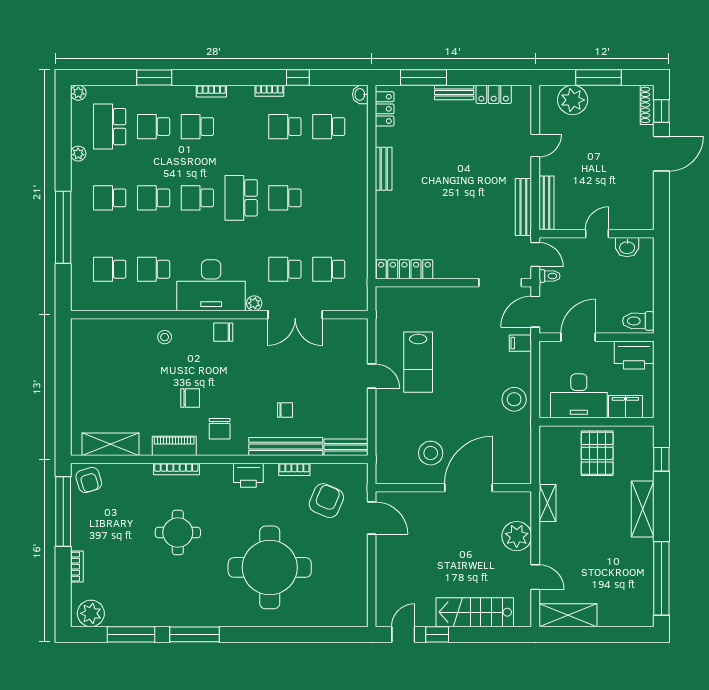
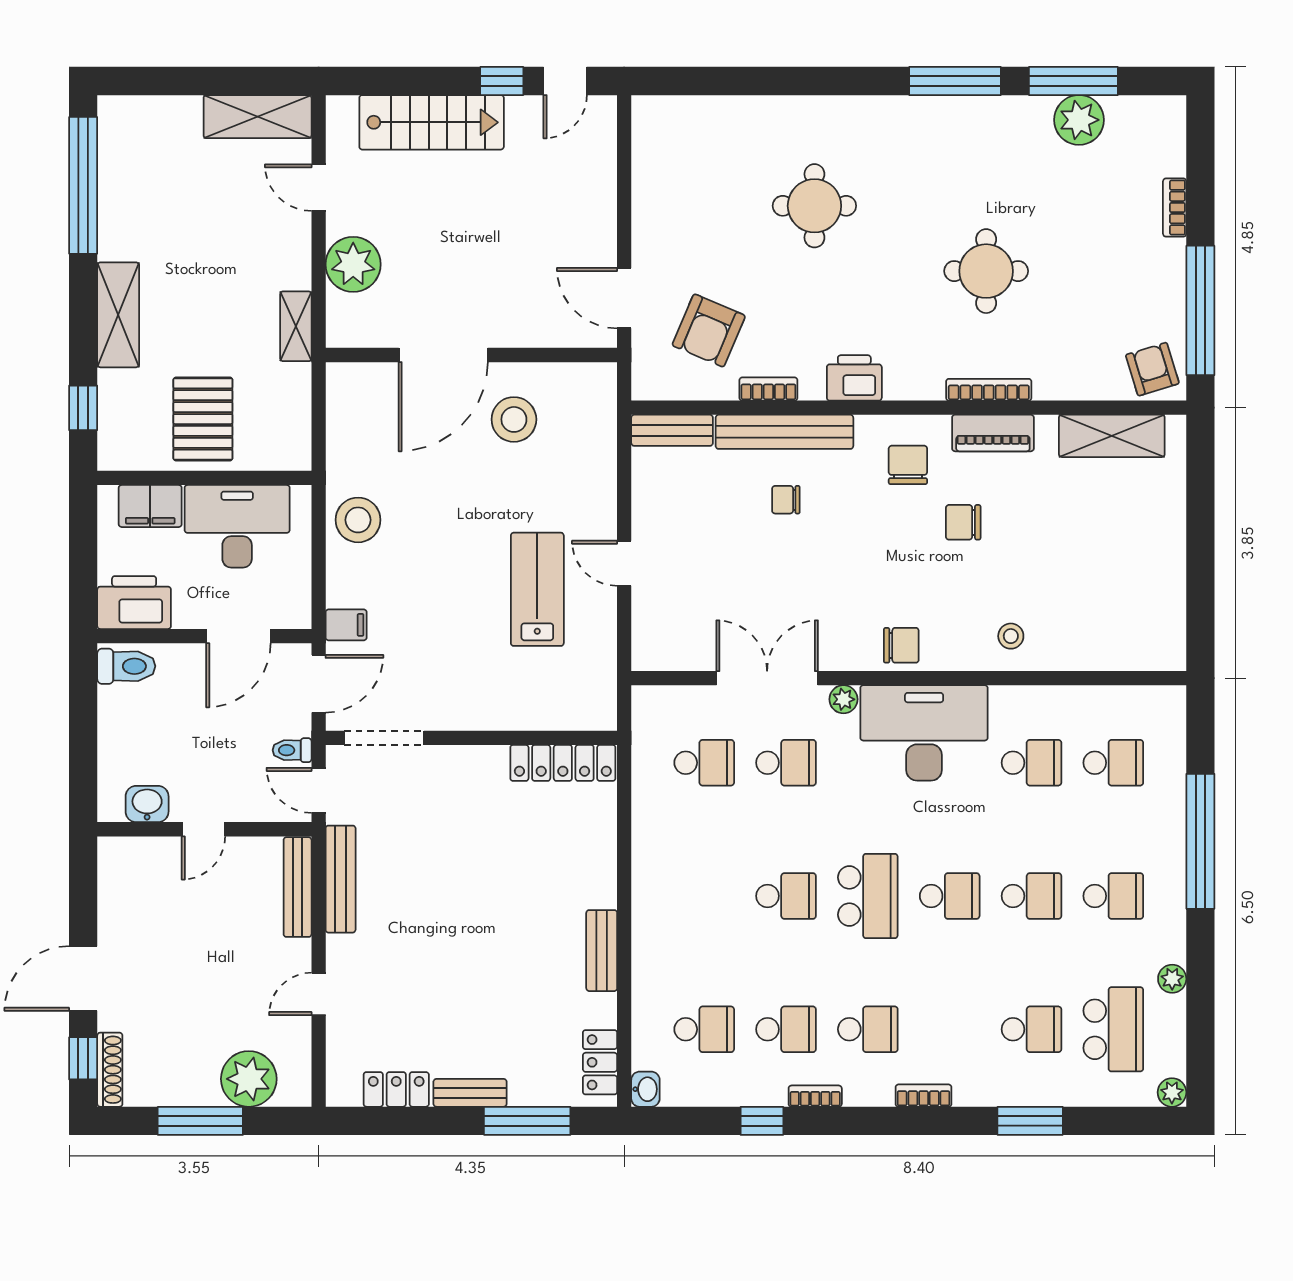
school desk: (197, 127) -> (868, 1029), moved
round table: (270, 567) -> (814, 206), width x0.54, depth x0.54
plant: (91, 613) -> (1079, 120), moved

